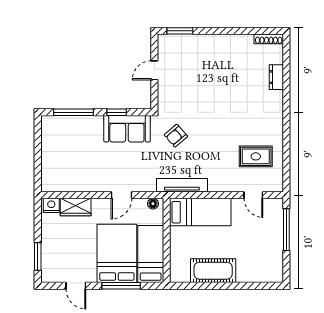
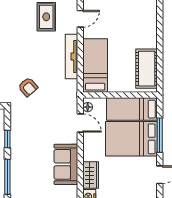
sofa: (127, 129) -> (66, 164), moved, turned 180
tv unit: (182, 185) -> (71, 57), moved
door: (121, 195) -> (80, 123), moved
cot: (213, 271) -> (147, 69), moved

